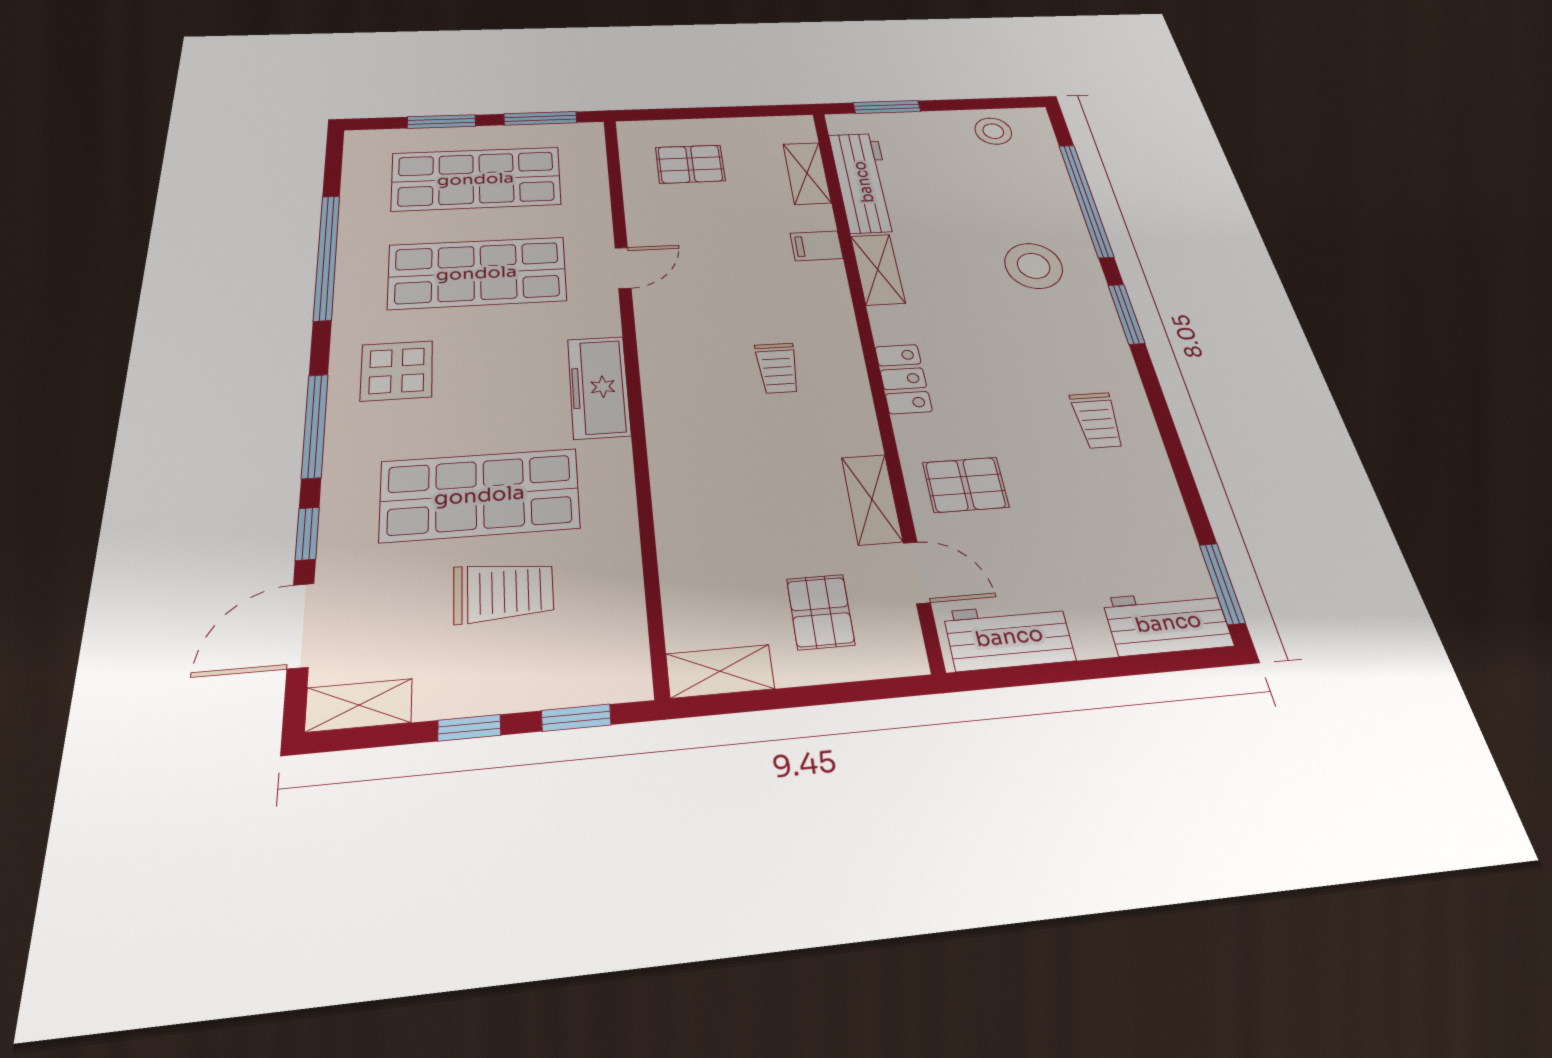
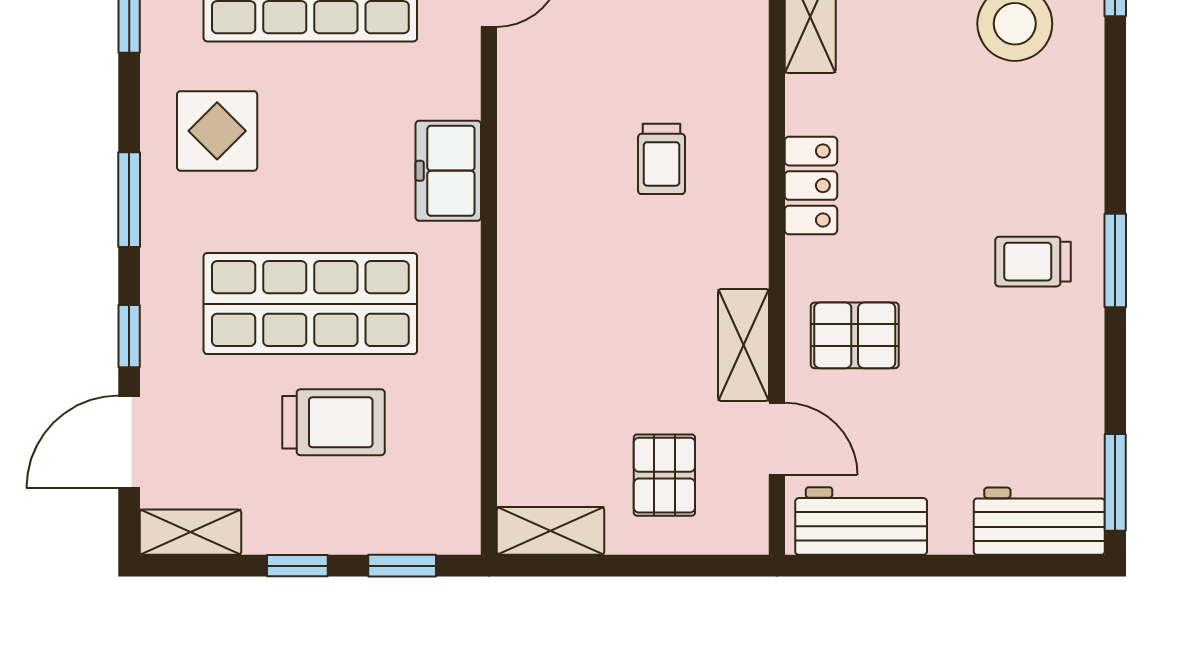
window: (1126, 314) -> (1115, 260), moved
freezer: (599, 387) -> (448, 171), width x0.71
trolley: (1097, 420) -> (1033, 262), turned 90
window: (315, 426) -> (129, 200), width x0.69

